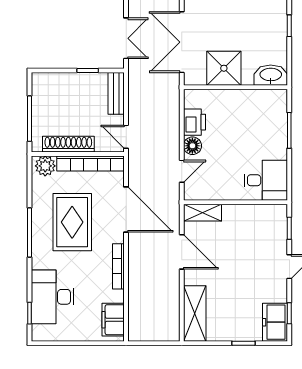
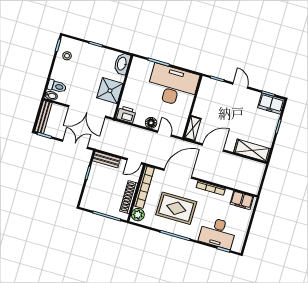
printer: (194, 122) -> (126, 114), moved
desk: (266, 180) -> (173, 86), width x1.87, depth x1.30

